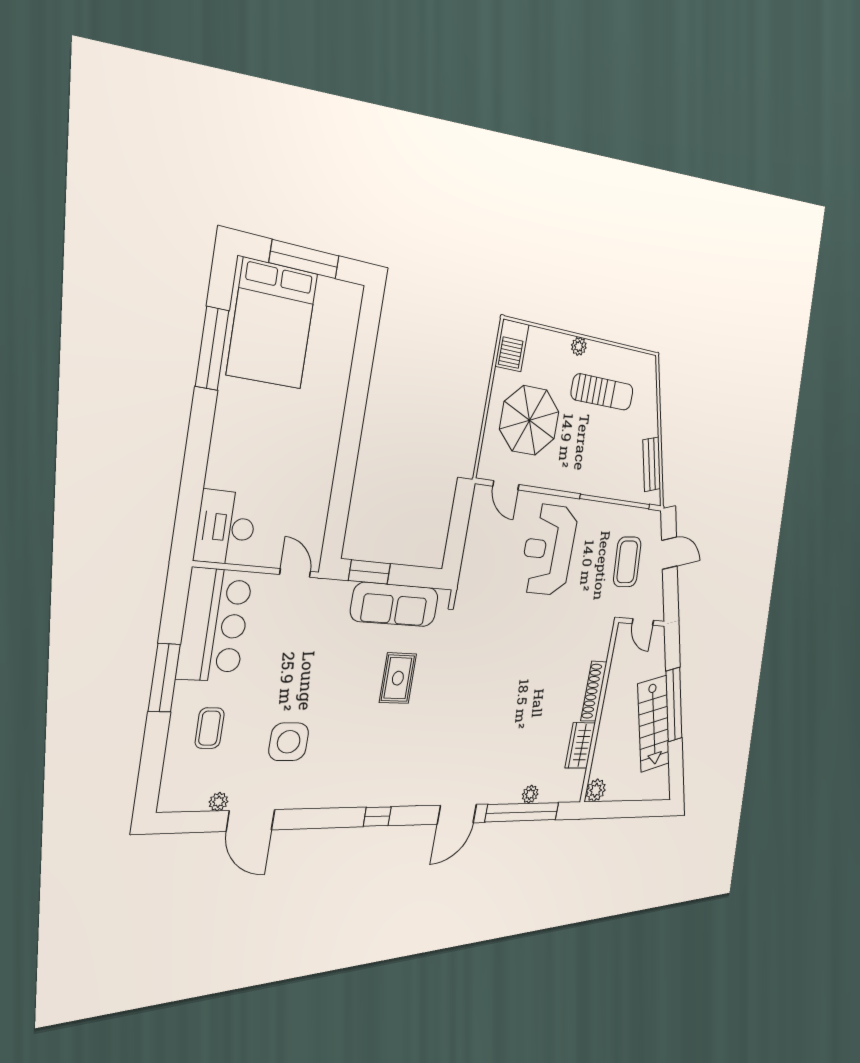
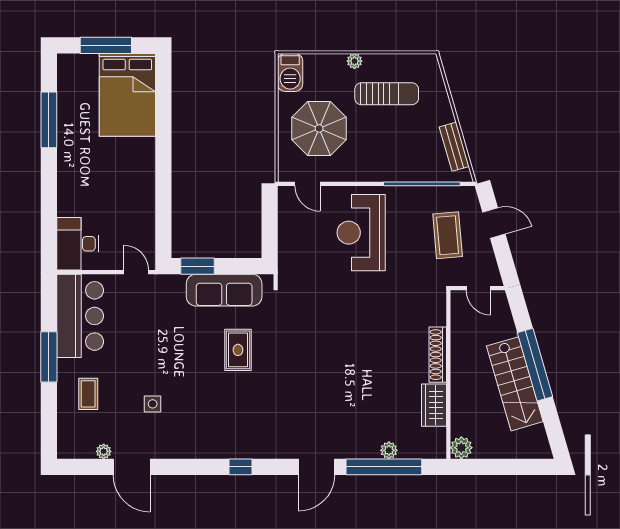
bed: (272, 324) -> (127, 95), moved
side table: (289, 742) -> (153, 404), width x0.54, depth x0.54

